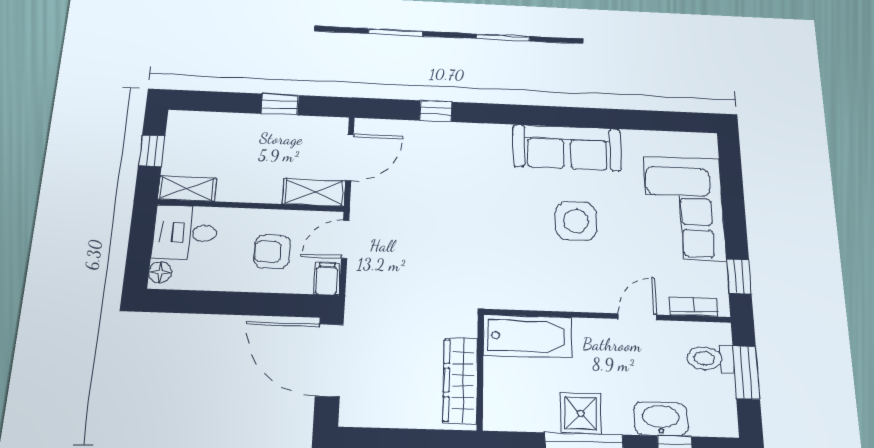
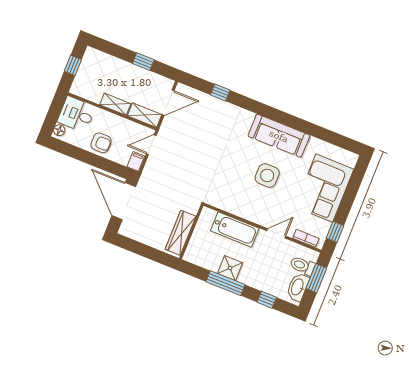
shelving: (187, 189) -> (115, 104), moved
armchair: (272, 252) -> (101, 143), moved, turned 180
bathtub: (527, 336) -> (235, 229), moved
washbasin: (661, 419) -> (298, 287), moved, turned -90

